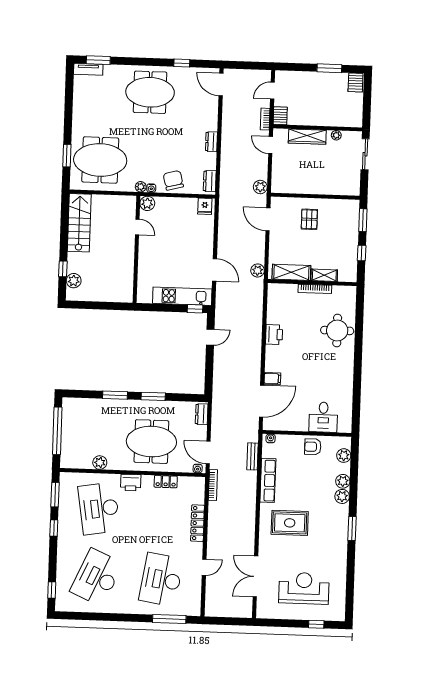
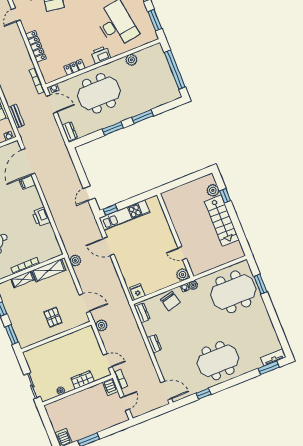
wardrobe: (307, 137) -> (83, 380), width x0.67
stairs: (79, 223) -> (222, 221), moved

